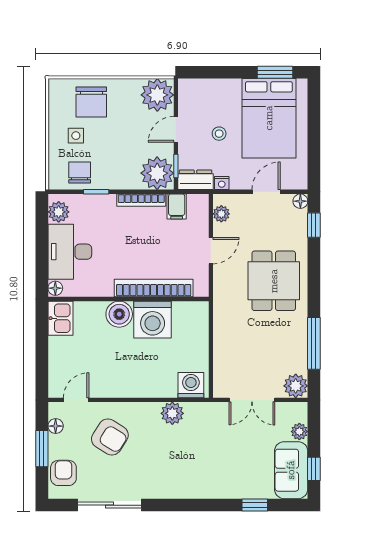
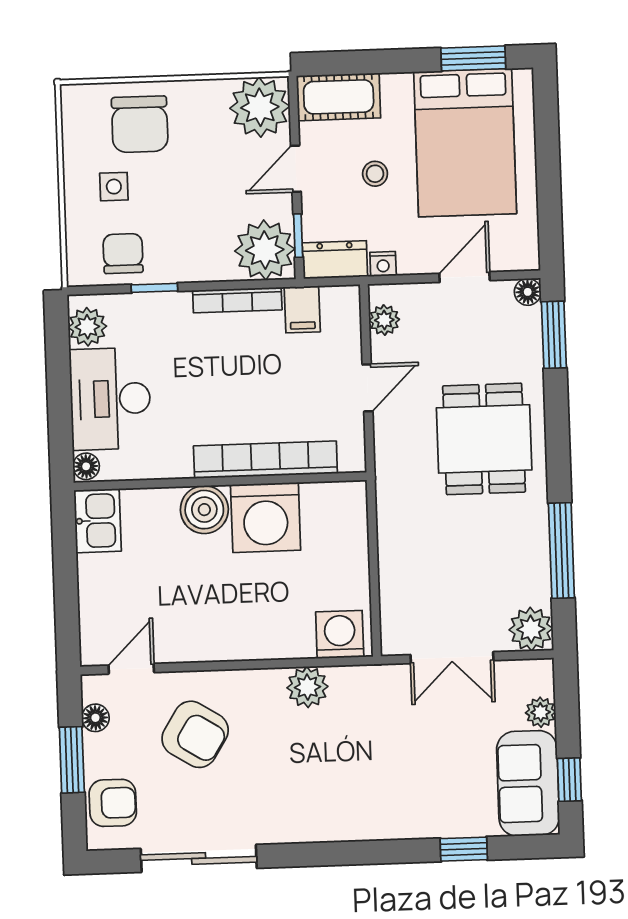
cot: (201, 91) -> (339, 97), added
window: (314, 225) -> (554, 335), width x1.50
armchair: (63, 473) -> (113, 803), turned 90

